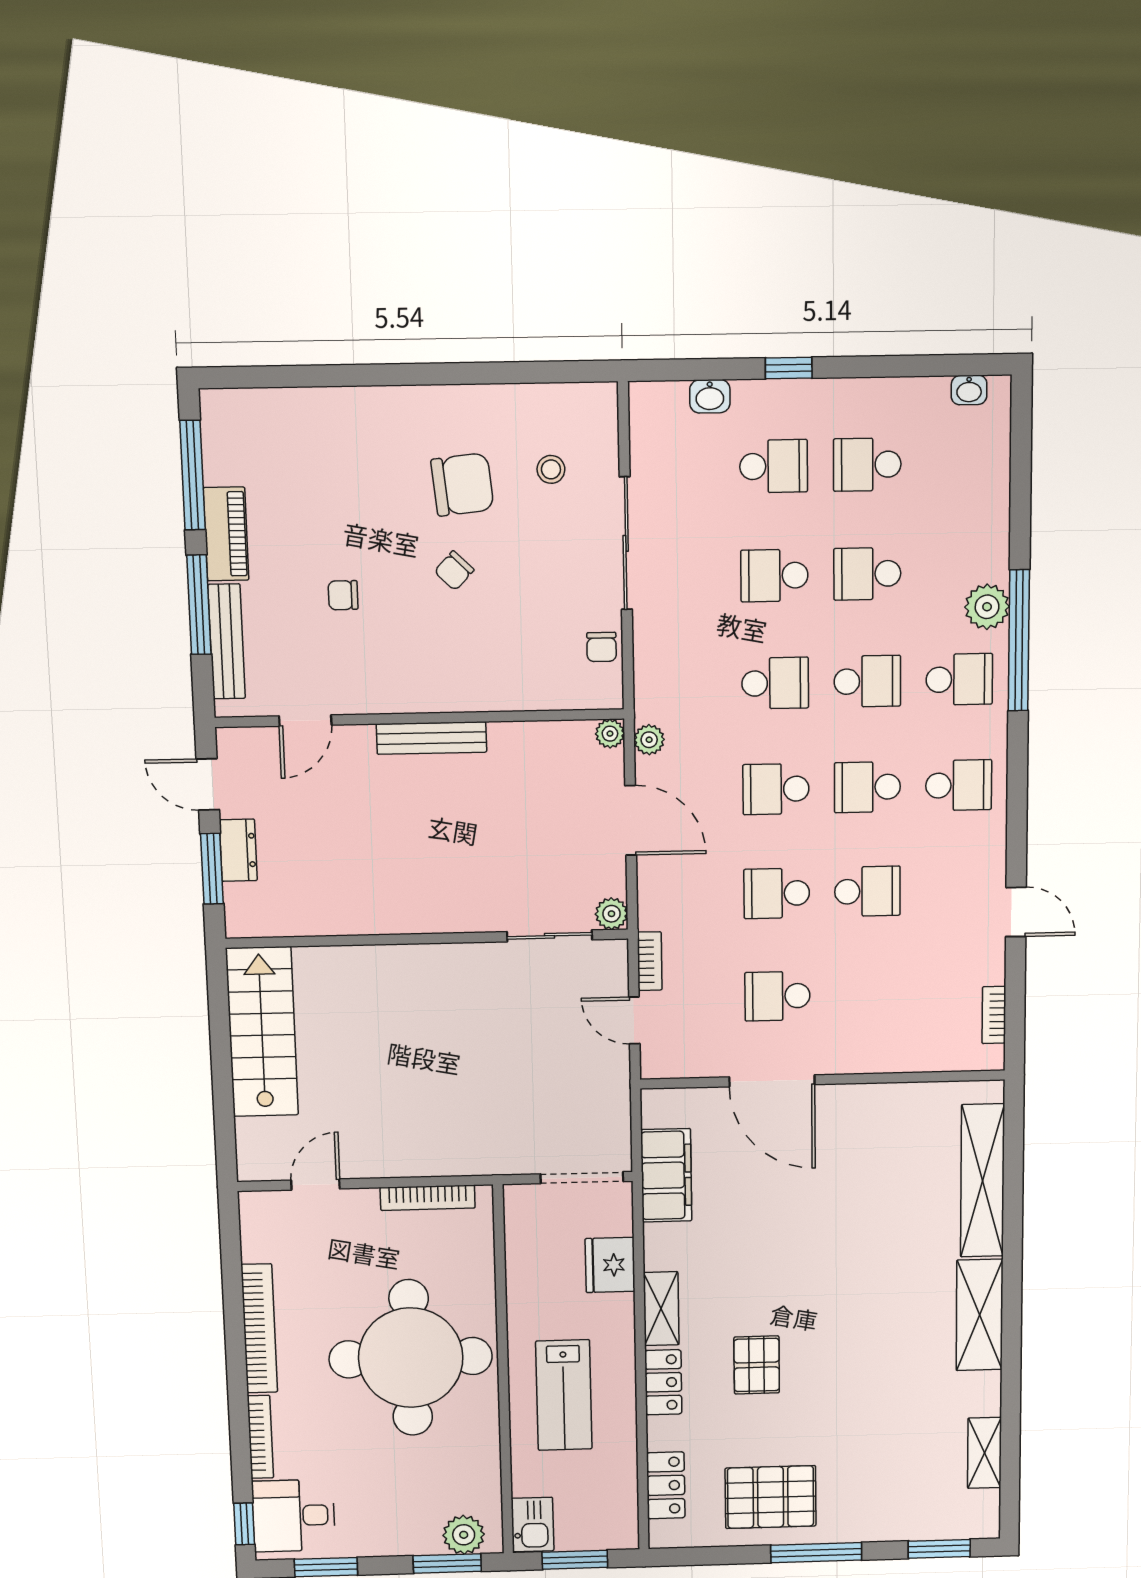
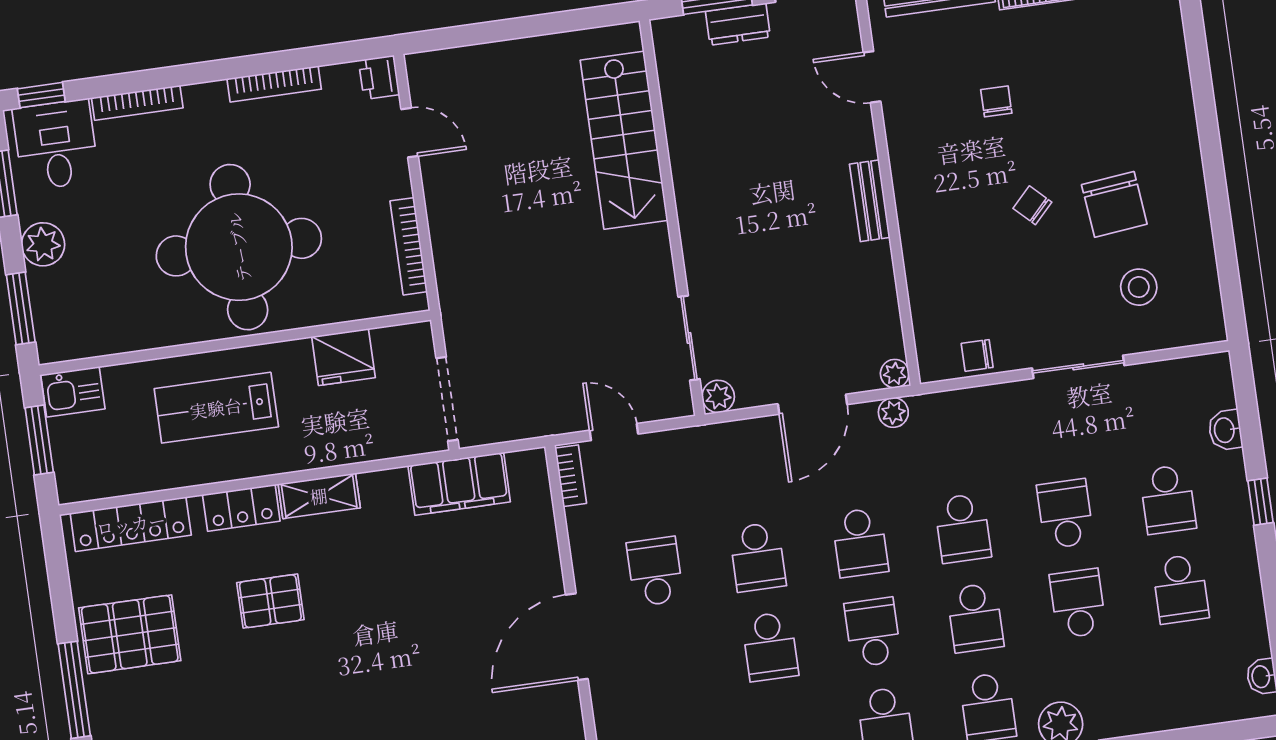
school desk: (867, 465) -> (1180, 589), turned 180
stool: (551, 469) -> (1139, 287), width x1.37, depth x1.37
sliding door: (626, 543) -> (1078, 367), width x0.73
bench: (431, 738) -> (870, 201), width x0.73
school desk: (776, 789) -> (860, 543), turned 180
school desk: (777, 893) -> (758, 557), turned 180
bookcase: (650, 961) -> (571, 476), moved, turned -90
door: (634, 1020) -> (614, 432), hinge flipped
stairs: (262, 1032) -> (624, 140), moved, turned 90
door: (772, 1081) -> (577, 637), moved
printer: (258, 1208) -> (379, 77), added
fridge: (610, 1265) -> (343, 357), moved, turned 180
bookcase: (259, 1328) -> (274, 84), width x0.68, depth x0.76
locker: (666, 1485) -> (131, 524), width x1.53
pallet: (771, 1497) -> (130, 634), turned 90
plant: (464, 1535) -> (43, 244), moved

